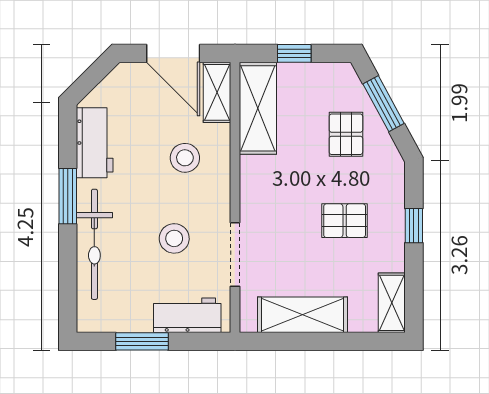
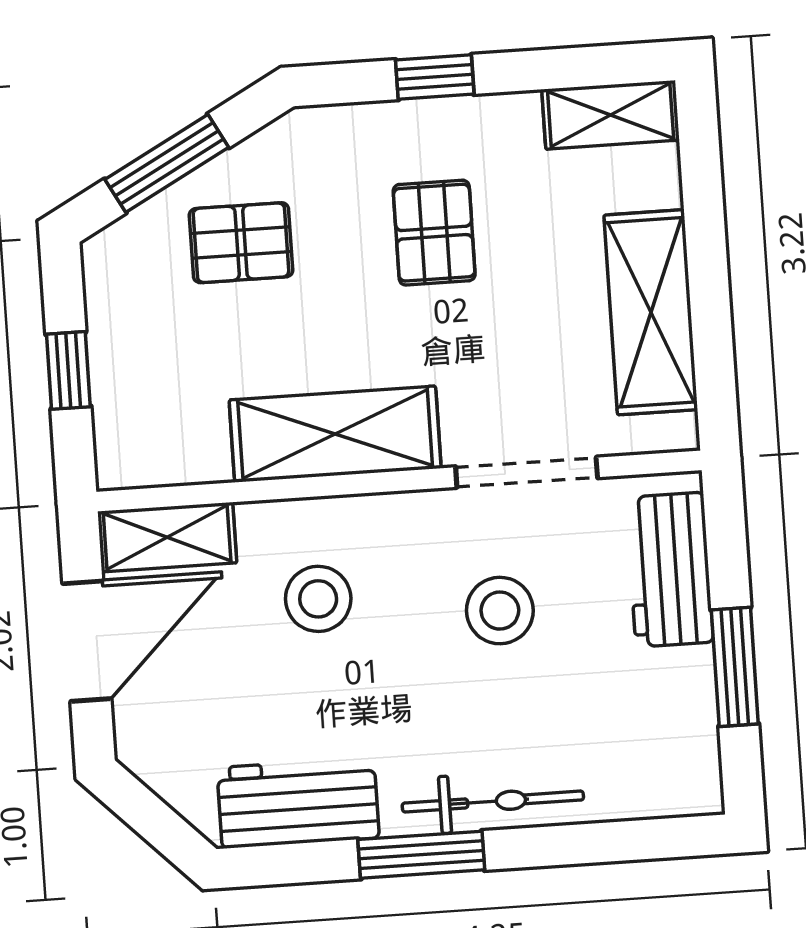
shelving: (258, 108) -> (335, 434), moved
bicycle: (94, 244) -> (493, 802), width x0.73, depth x0.71

